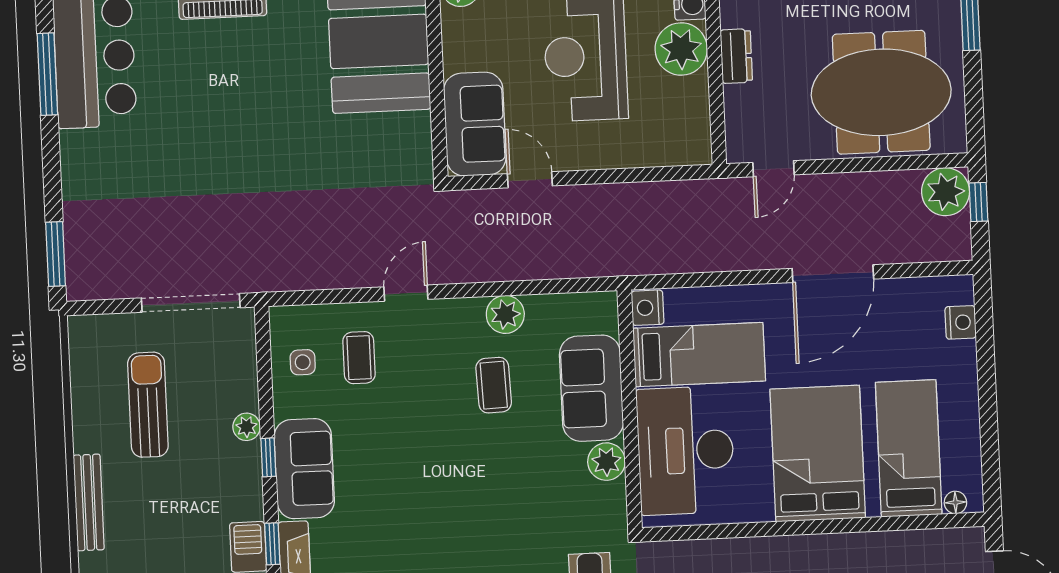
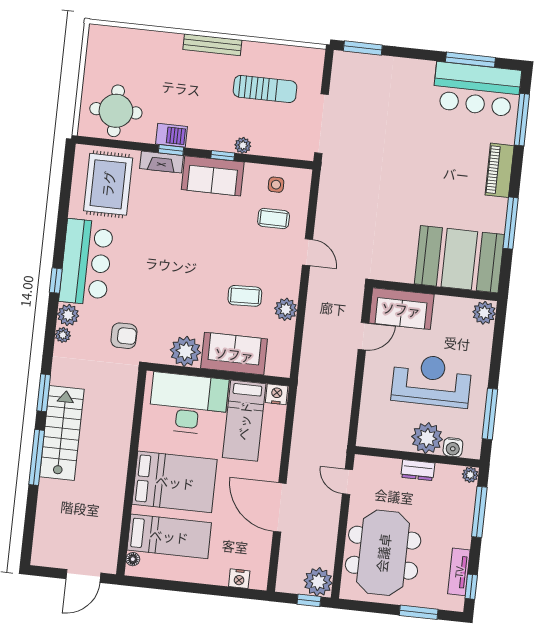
plant: (606, 462) -> (185, 351), width x1.36, depth x1.36

